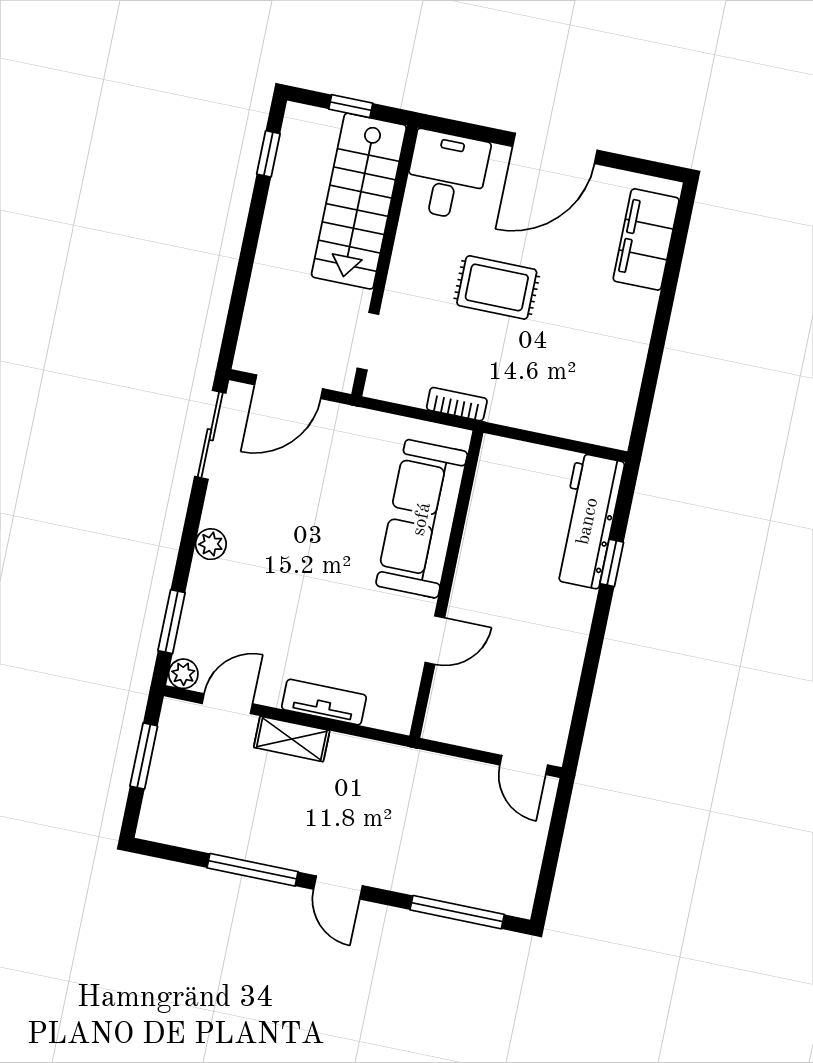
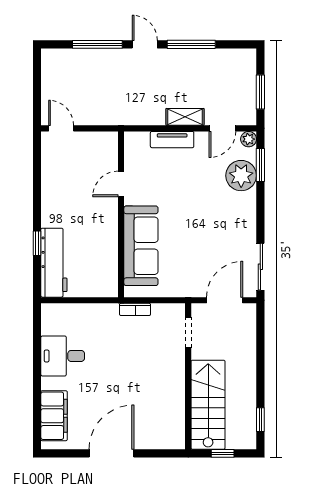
desk: (447, 175) -> (63, 356), moved, turned 90
rug: (497, 287) -> (127, 375), removed
plant: (211, 544) -> (241, 176), moved, width x1.88, depth x1.88
window: (457, 912) -> (97, 44), moved

